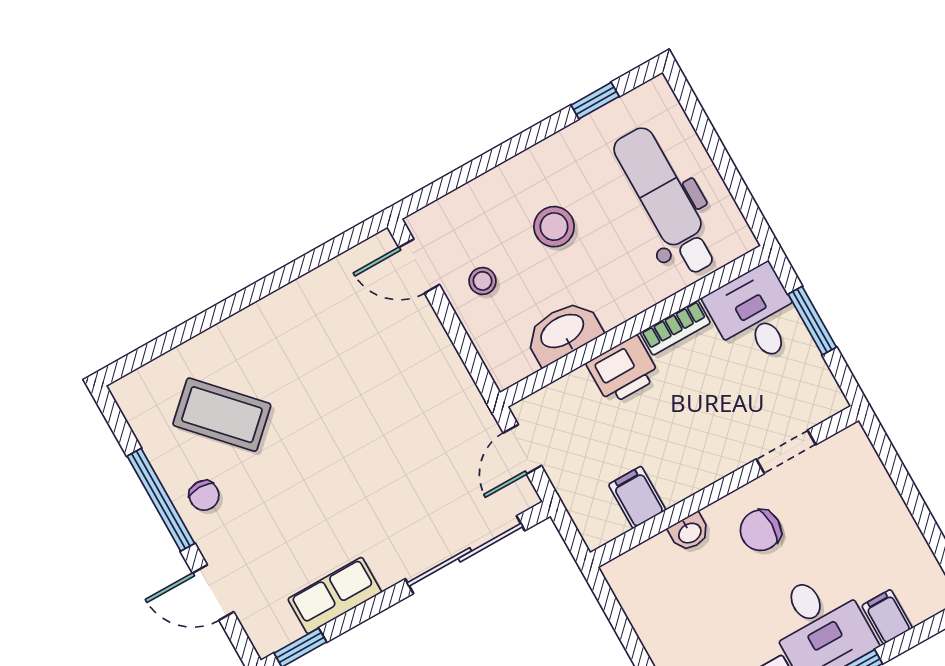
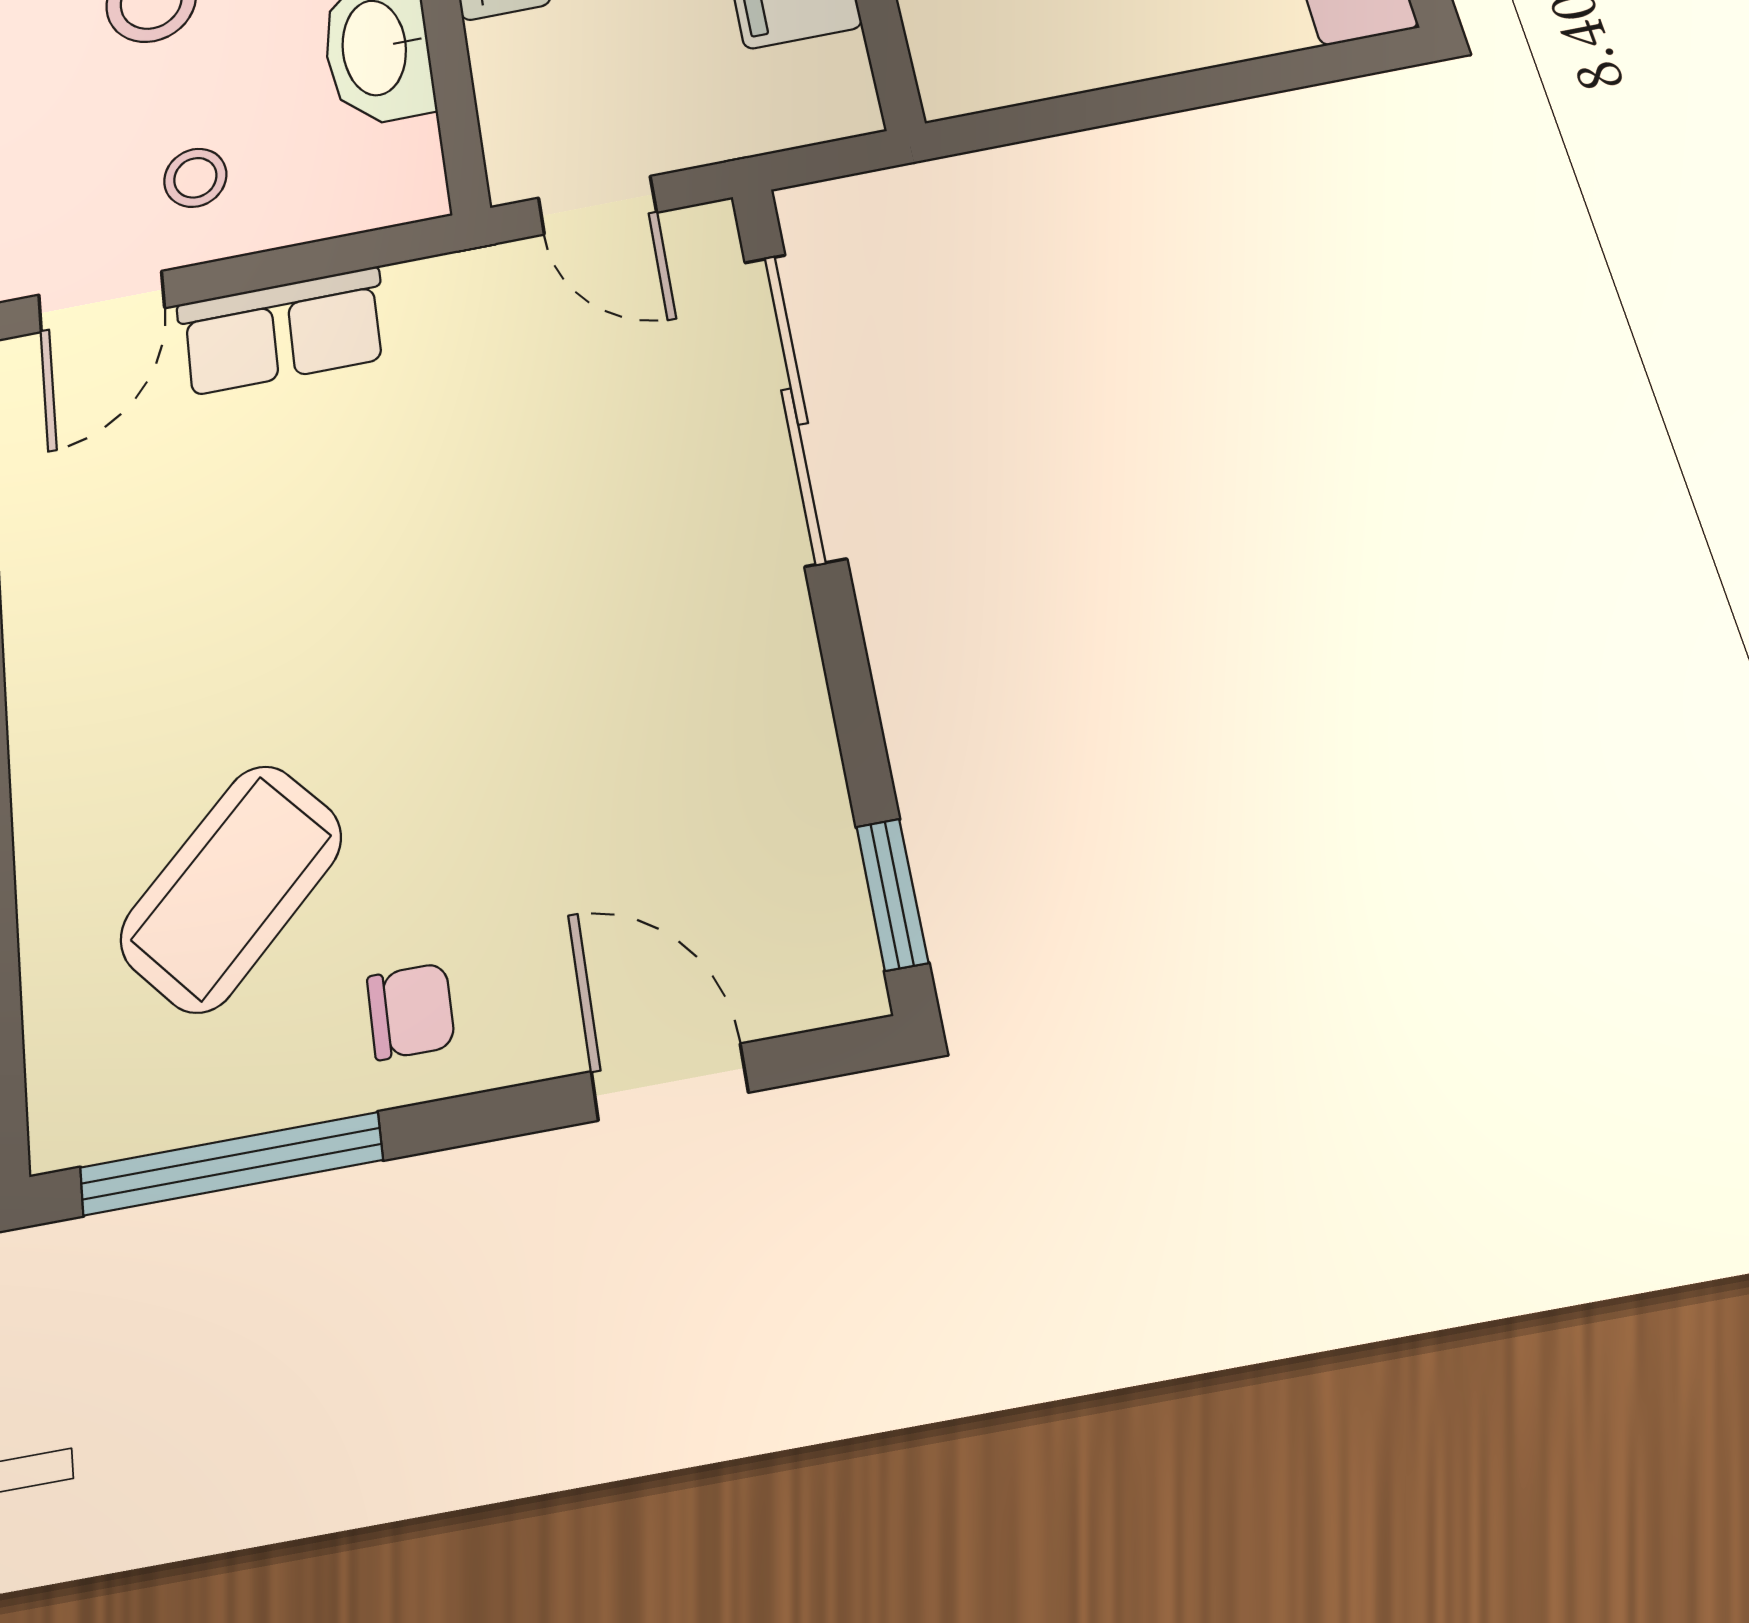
window: (161, 500) -> (231, 1164), moved
door: (213, 593) -> (669, 1082), swing flipped
row of seats: (335, 595) -> (282, 331), moved, turned -90

